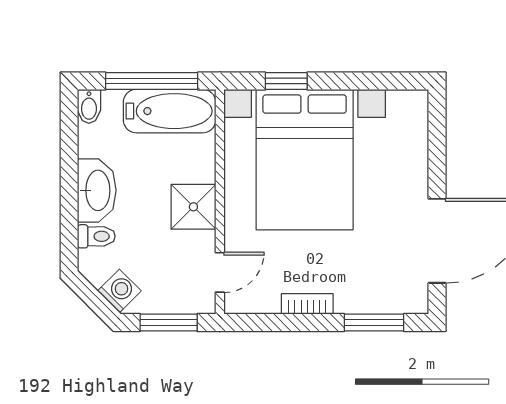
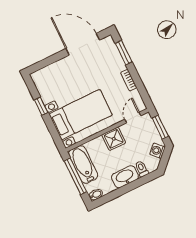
window: (286, 81) -> (41, 106), moved
bed with nightstands: (305, 160) -> (81, 115), width x0.73
door: (220, 272) -> (133, 118), hinge flipped

